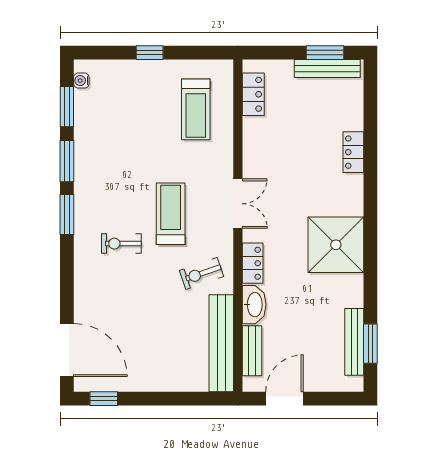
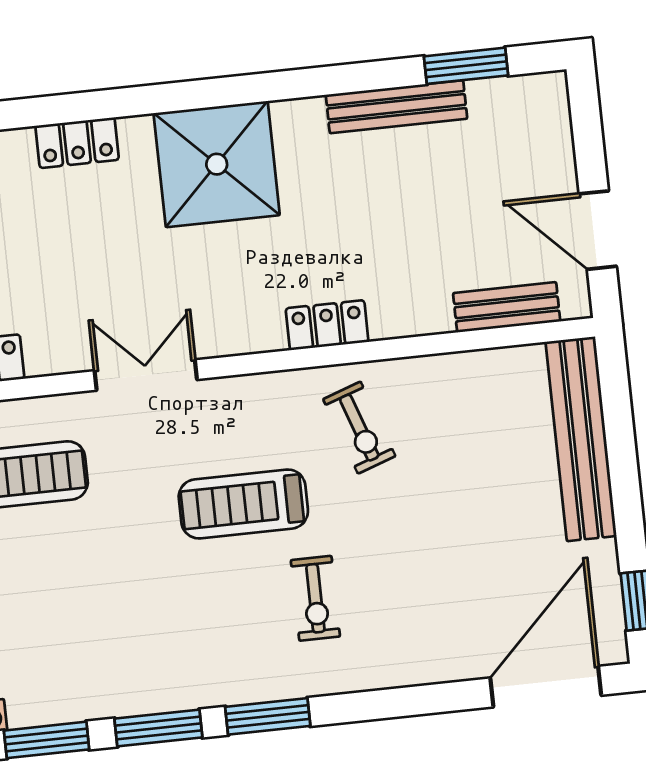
double door: (238, 204) -> (146, 375), moved
shower: (336, 245) -> (217, 164), moved
washbasin: (254, 305) -> (411, 313), removed
bench: (354, 342) -> (396, 107), moved
bench: (221, 343) -> (581, 439), moved, turned 90

